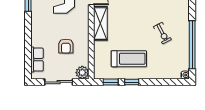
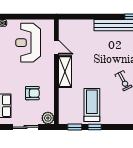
armchair: (66, 46) -> (32, 93), turned -90
treadmill: (129, 59) -> (92, 105), turned -90

